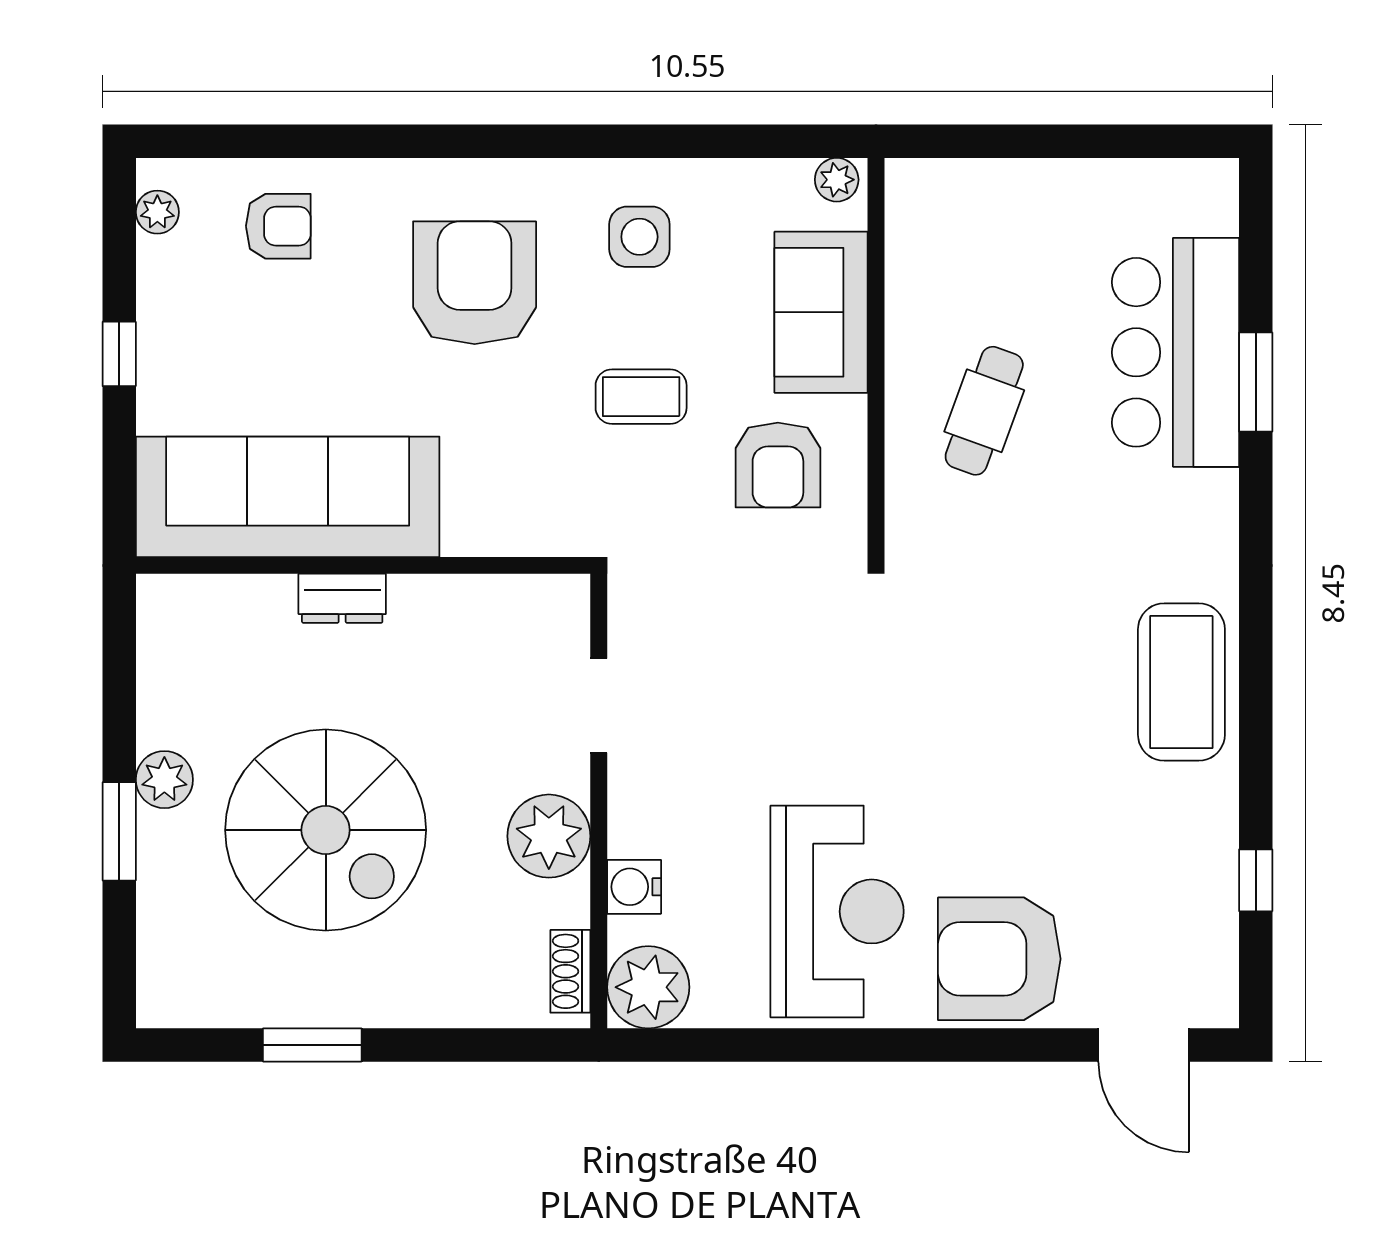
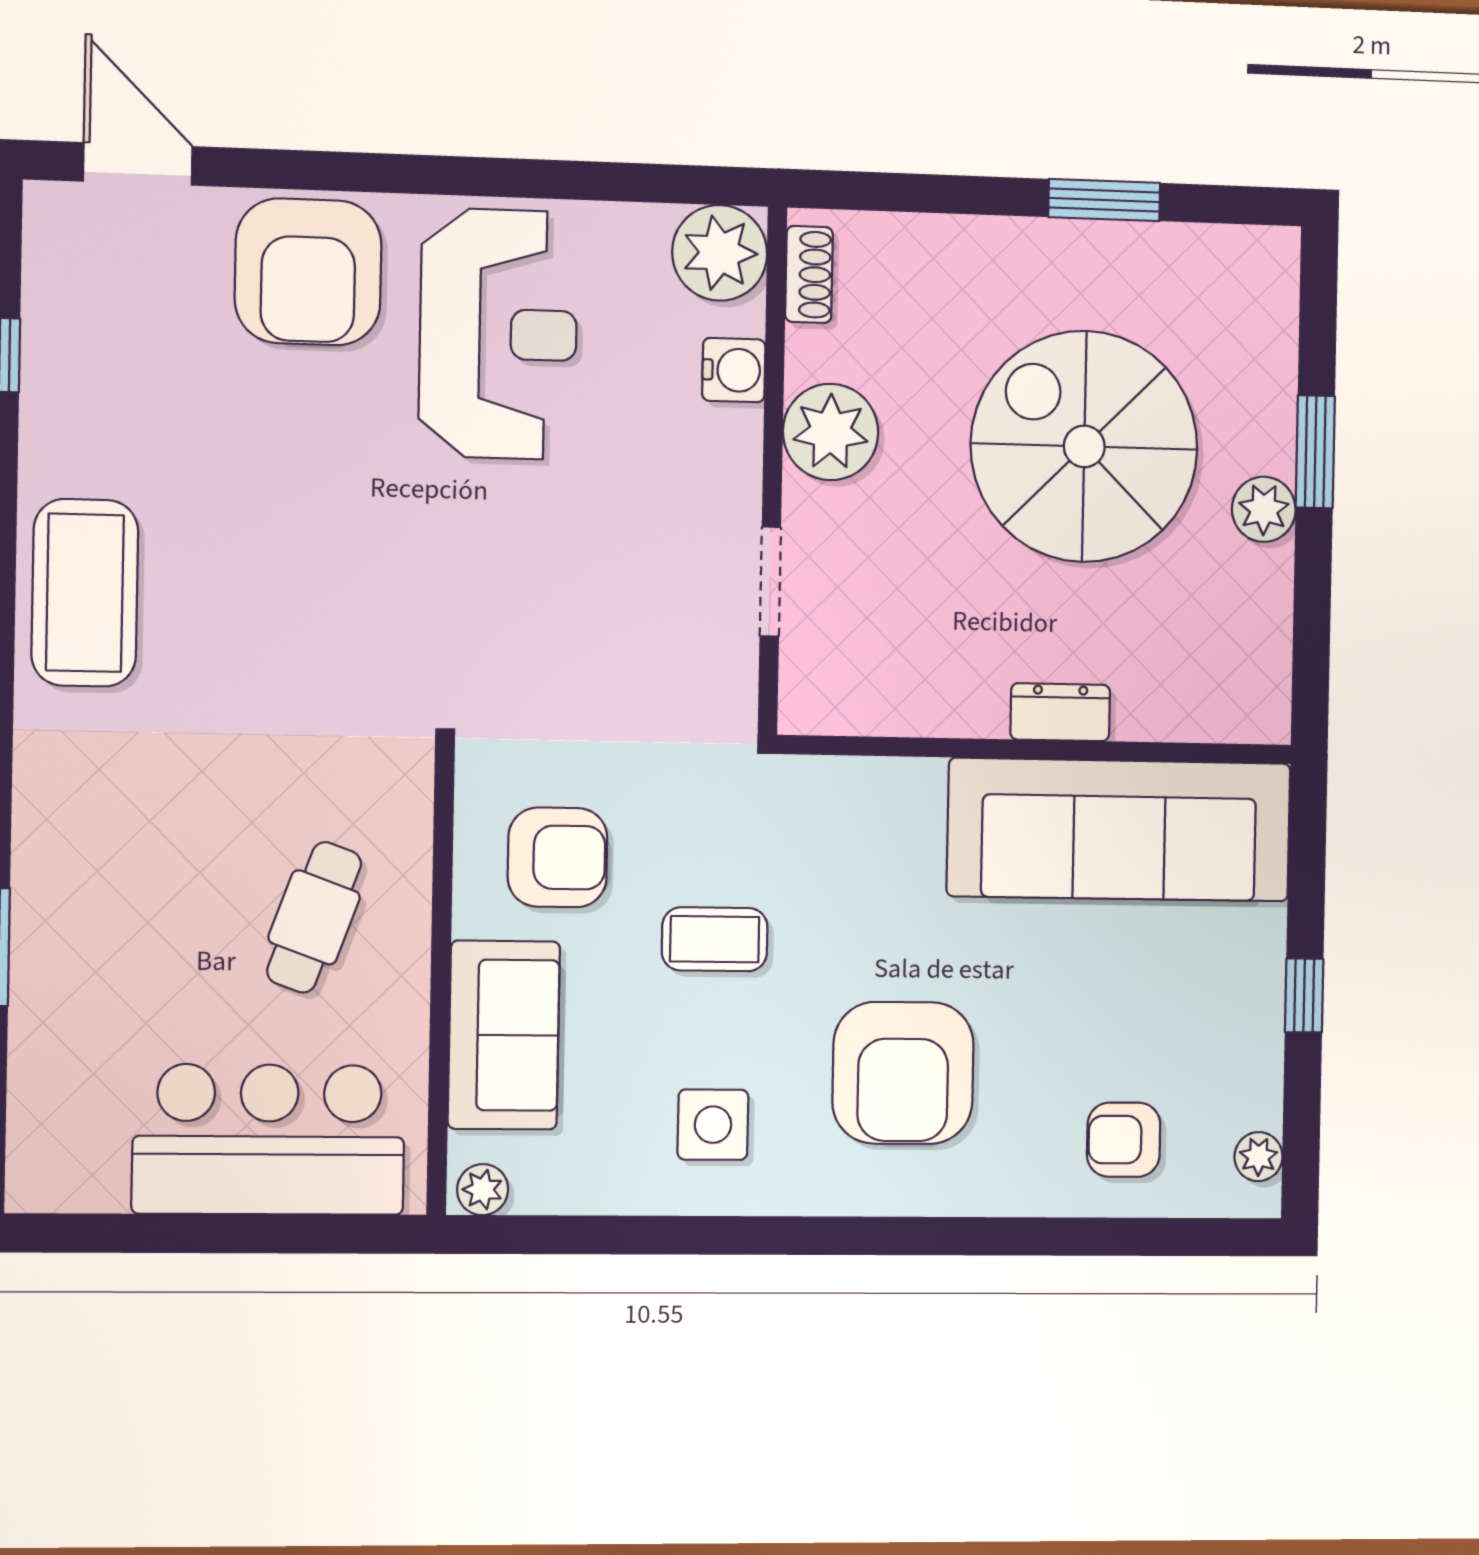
bar counter: (1175, 352) -> (269, 1139), moved, turned -90
armchair: (778, 465) -> (557, 857), turned 90
reception desk: (837, 911) -> (498, 334), turned 180
armchair: (999, 959) -> (308, 272), turned 90

